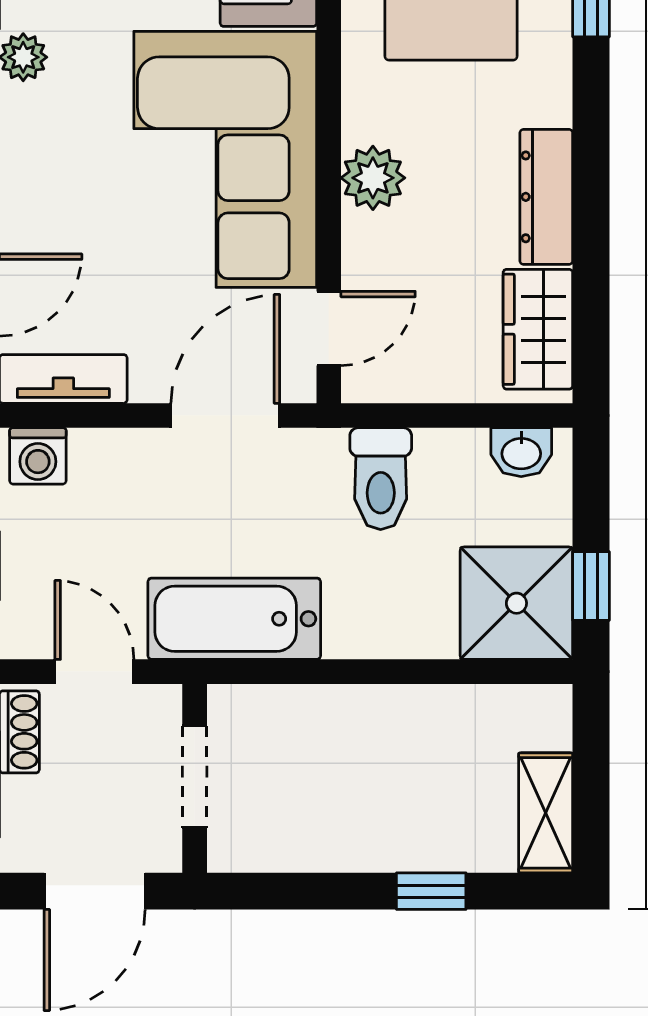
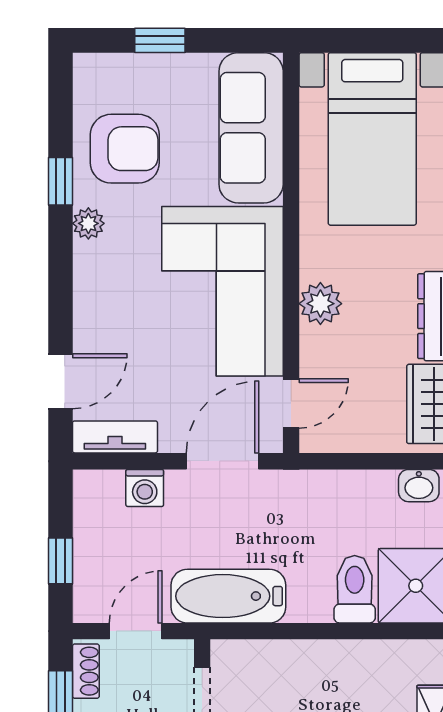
washing machine: (38, 456) -> (145, 488), moved
toilet: (381, 479) -> (355, 589), moved, turned 180
door: (94, 672) -> (136, 631), hinge flipped

